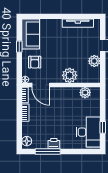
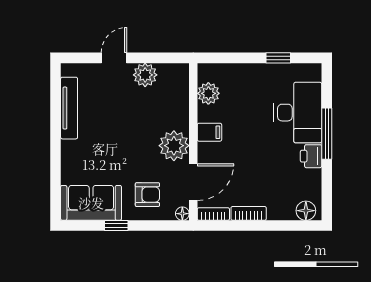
plant: (70, 75) -> (174, 146), moved
filing cabinet: (66, 93) -> (209, 132), added
desk: (88, 132) -> (298, 113), moved, turned 90
window: (48, 151) -> (327, 134), moved

